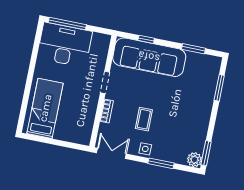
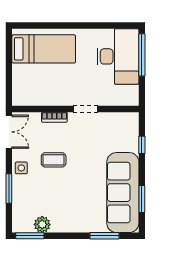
sofa: (149, 57) -> (123, 193), moved
plant: (194, 160) -> (42, 224), moved

